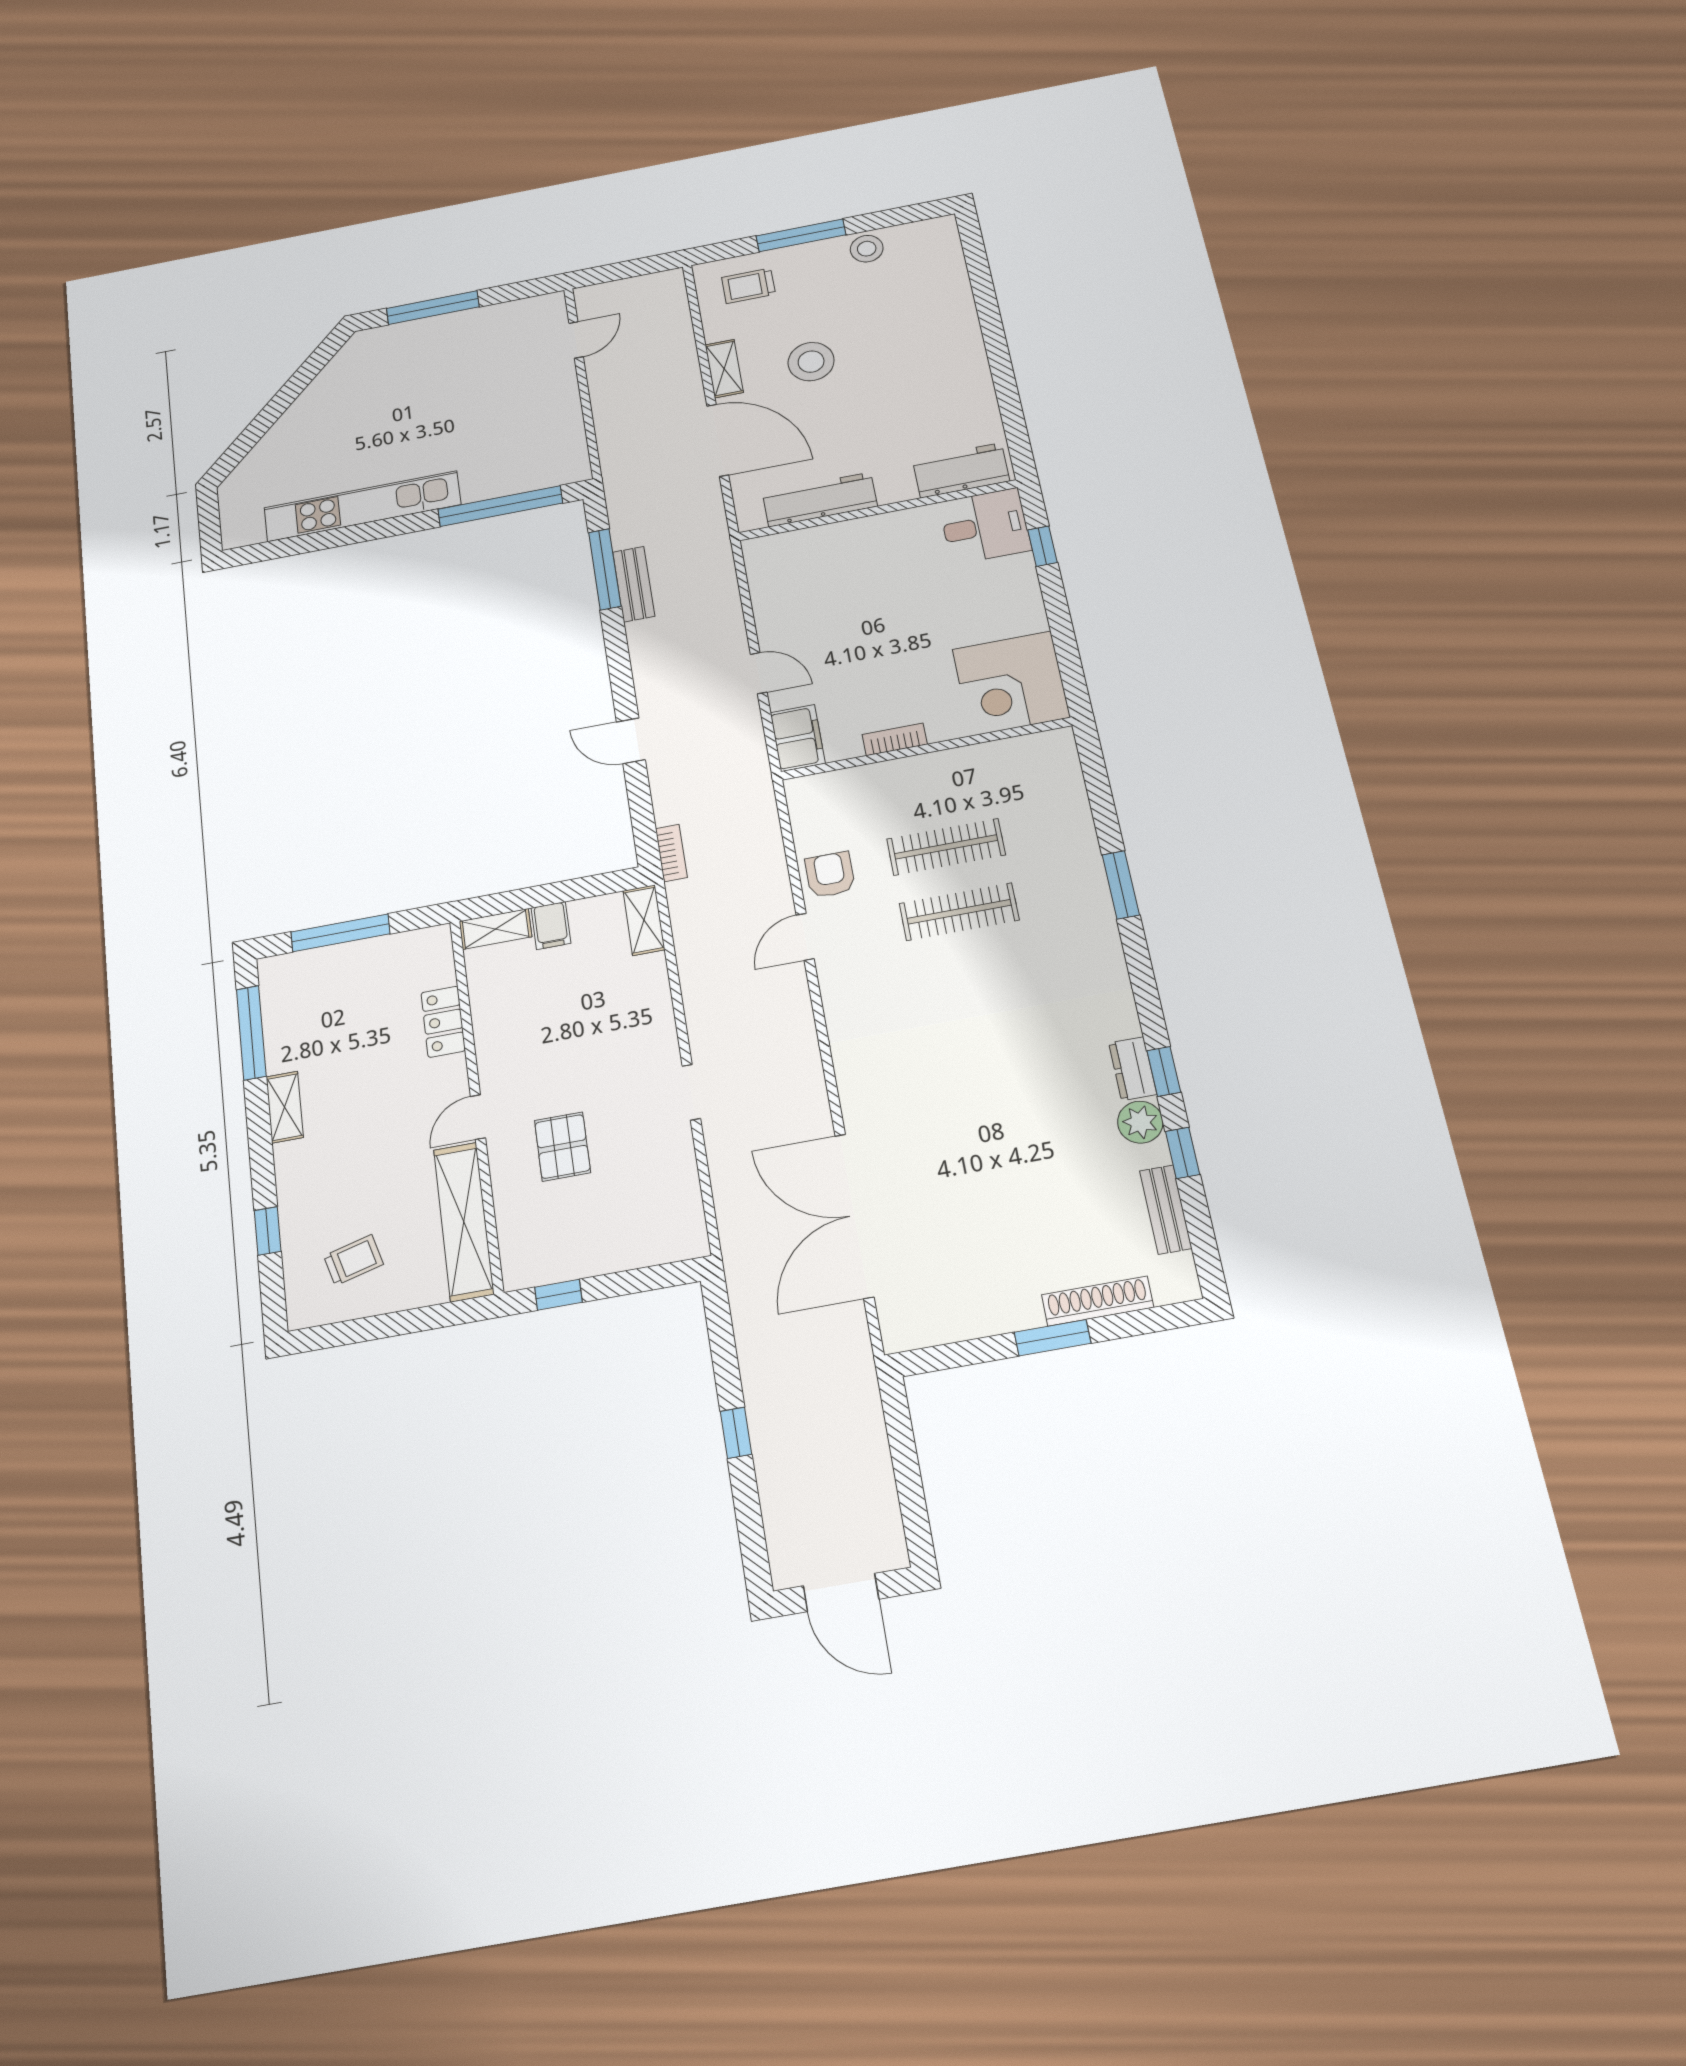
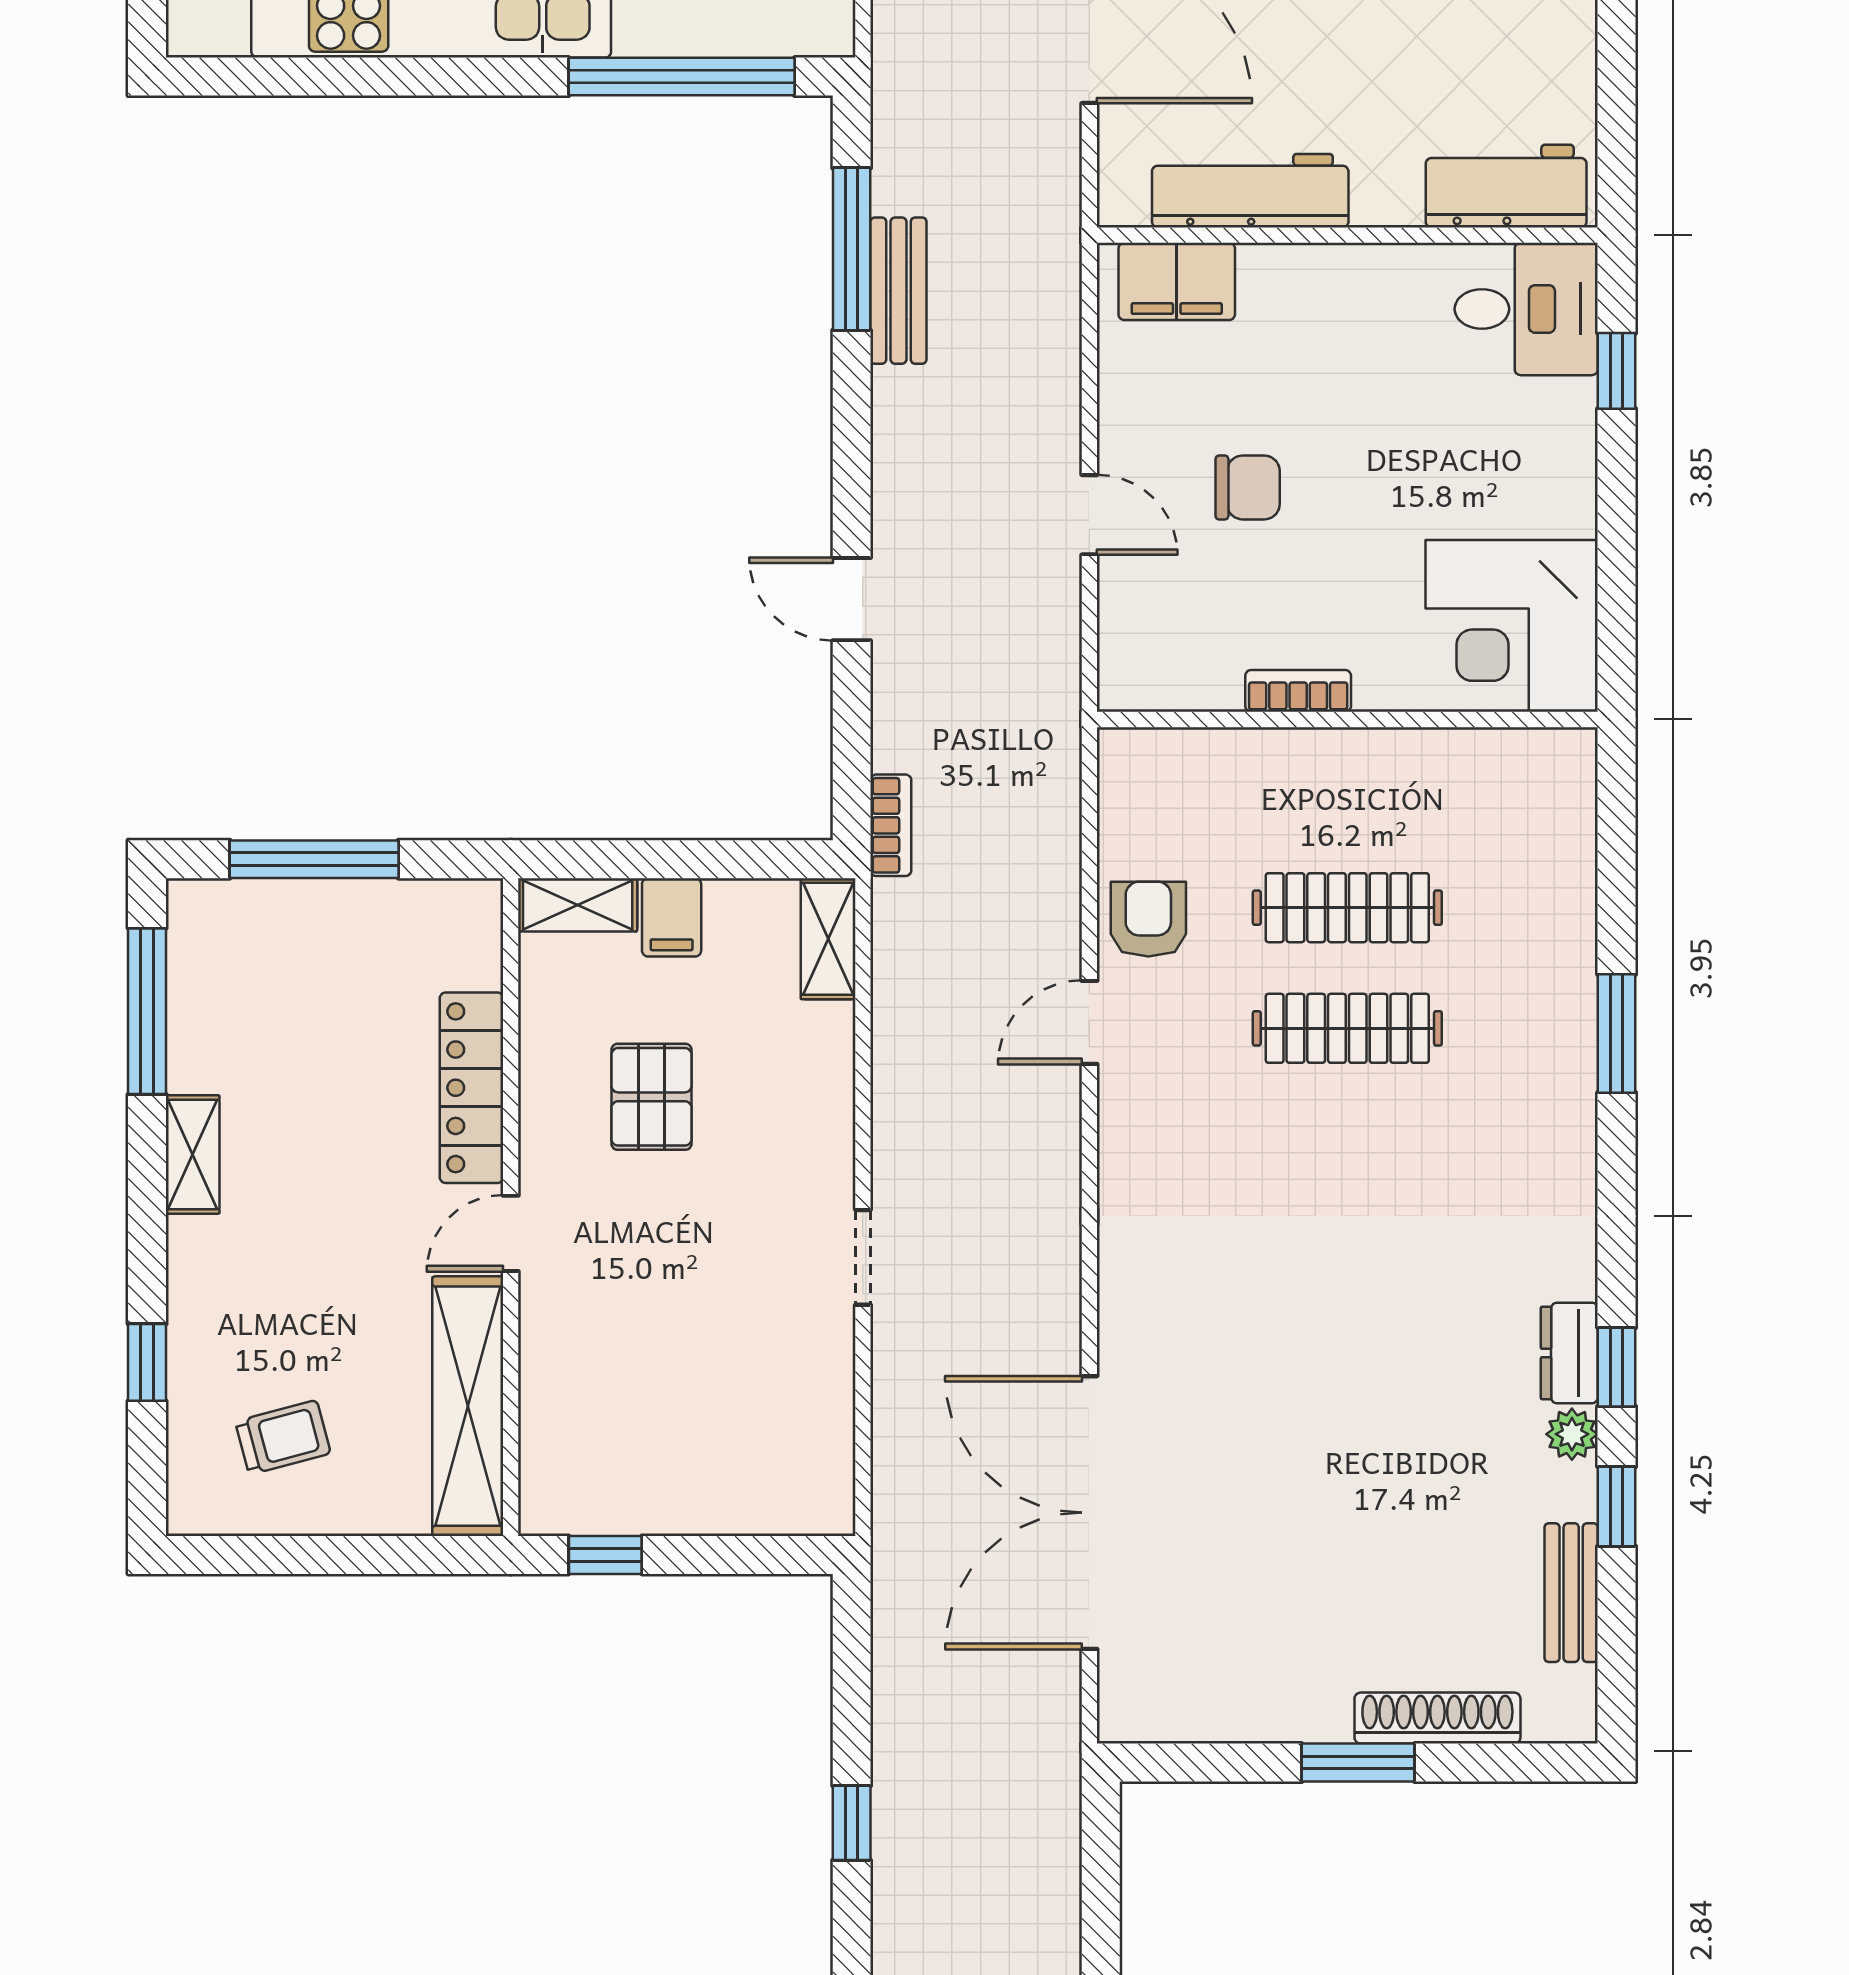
chair: (846, 643) -> (1248, 487), added
filing cabinet: (798, 738) -> (1177, 281), moved, turned 90
locker: (443, 1022) -> (472, 1088), width x1.53
plant: (1140, 1122) -> (1572, 1434), width x0.73, depth x0.73
pallet: (562, 1147) -> (651, 1097), moved

